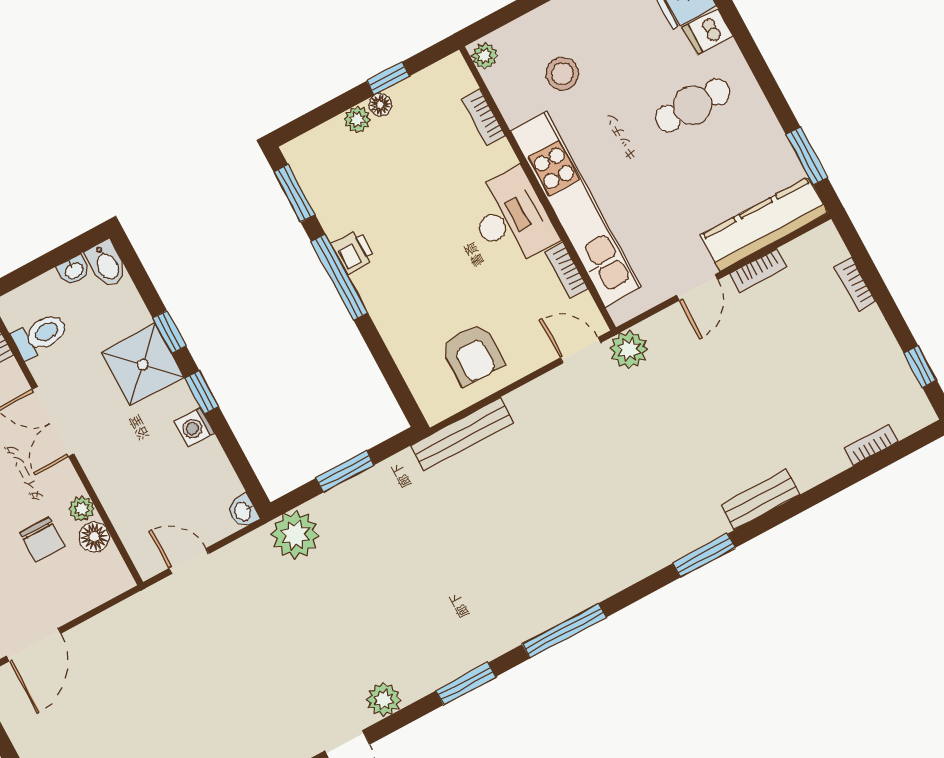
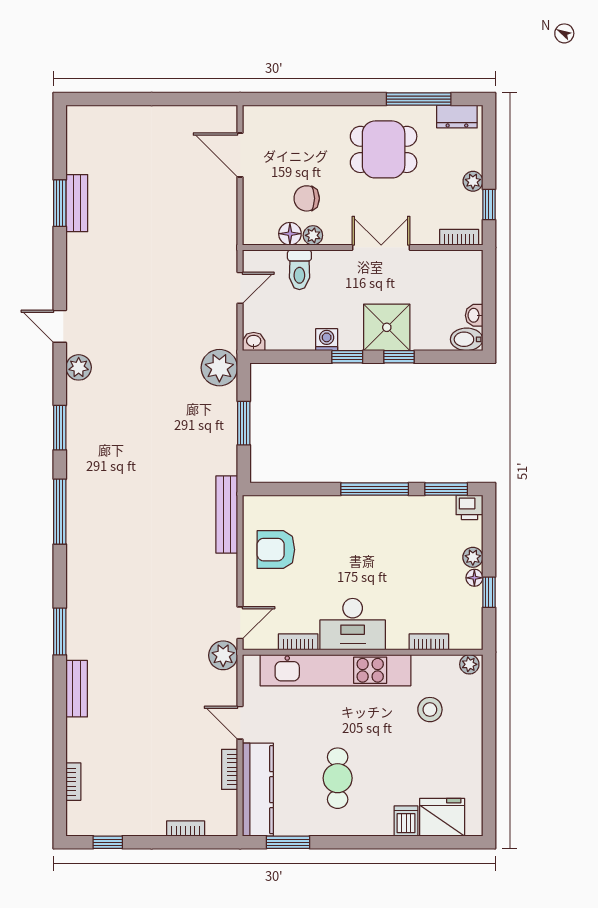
cafe table: (693, 105) -> (338, 778), moved
printer: (353, 251) -> (469, 507), moved
toilet: (40, 335) -> (299, 270), moved

